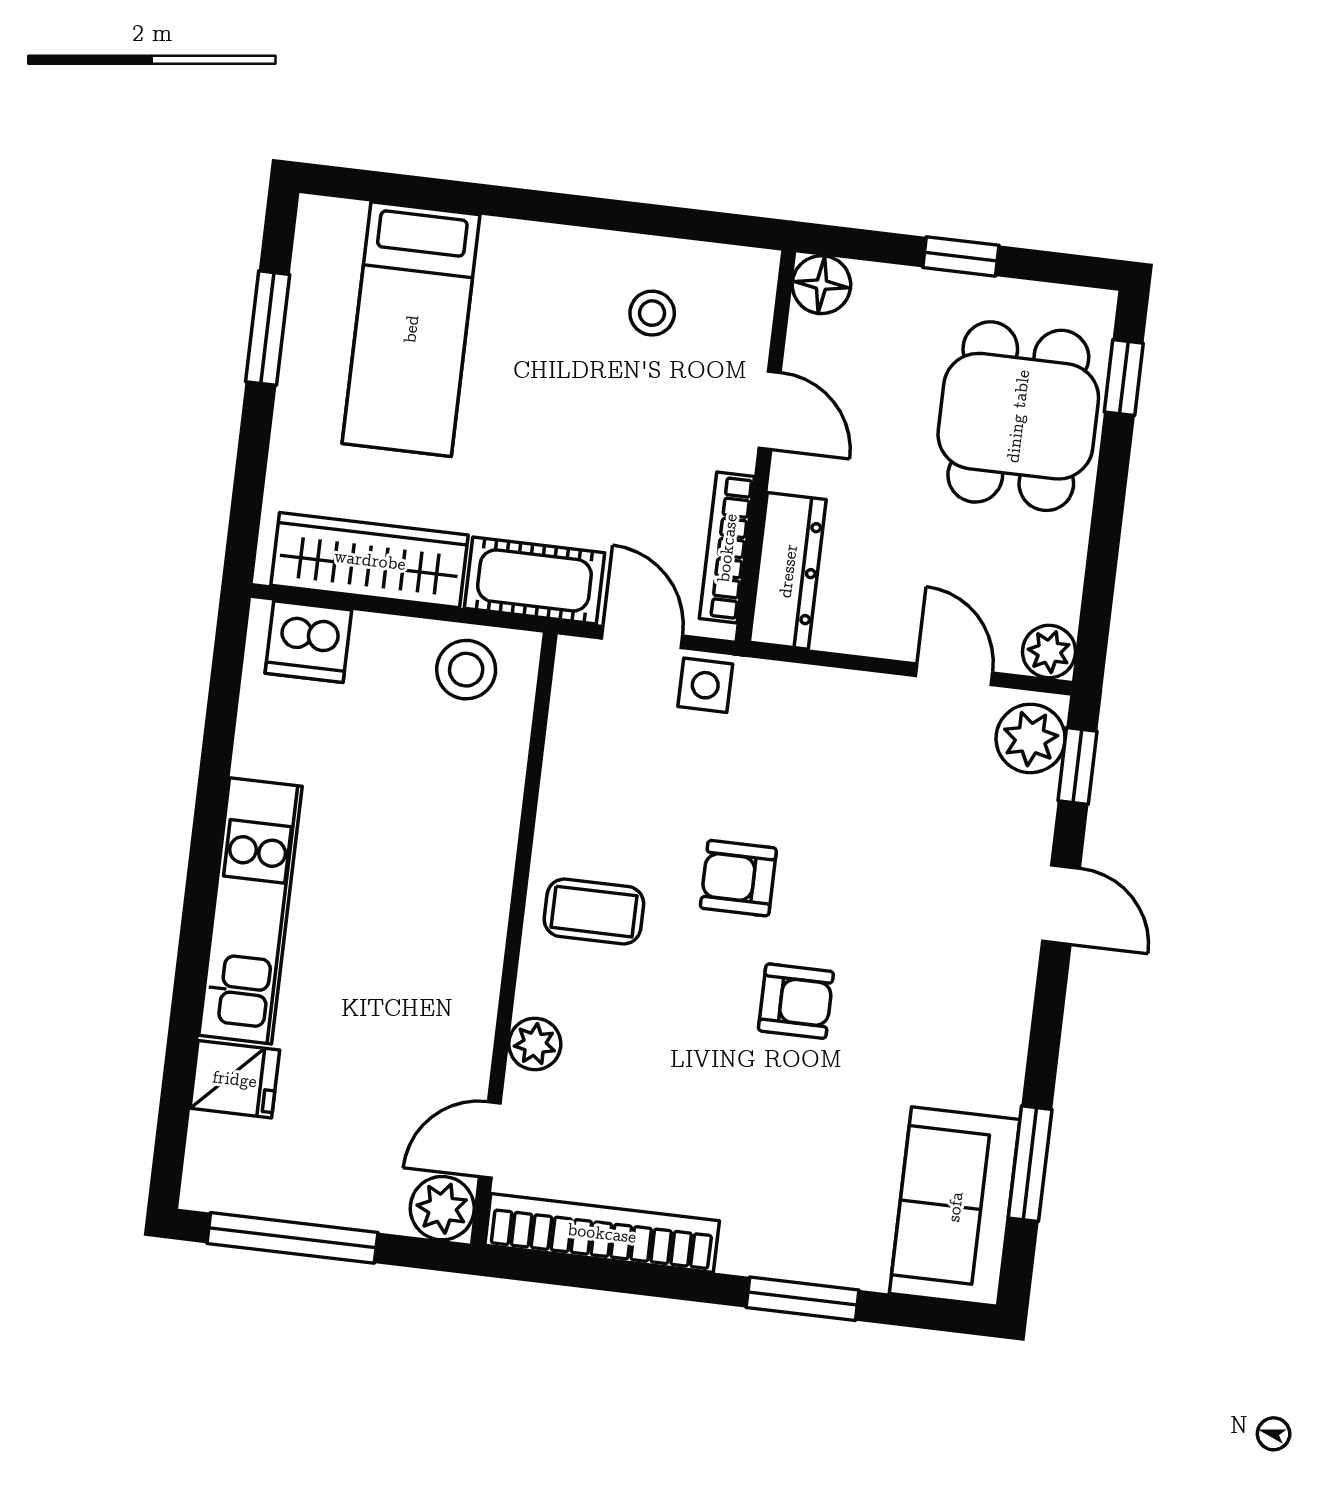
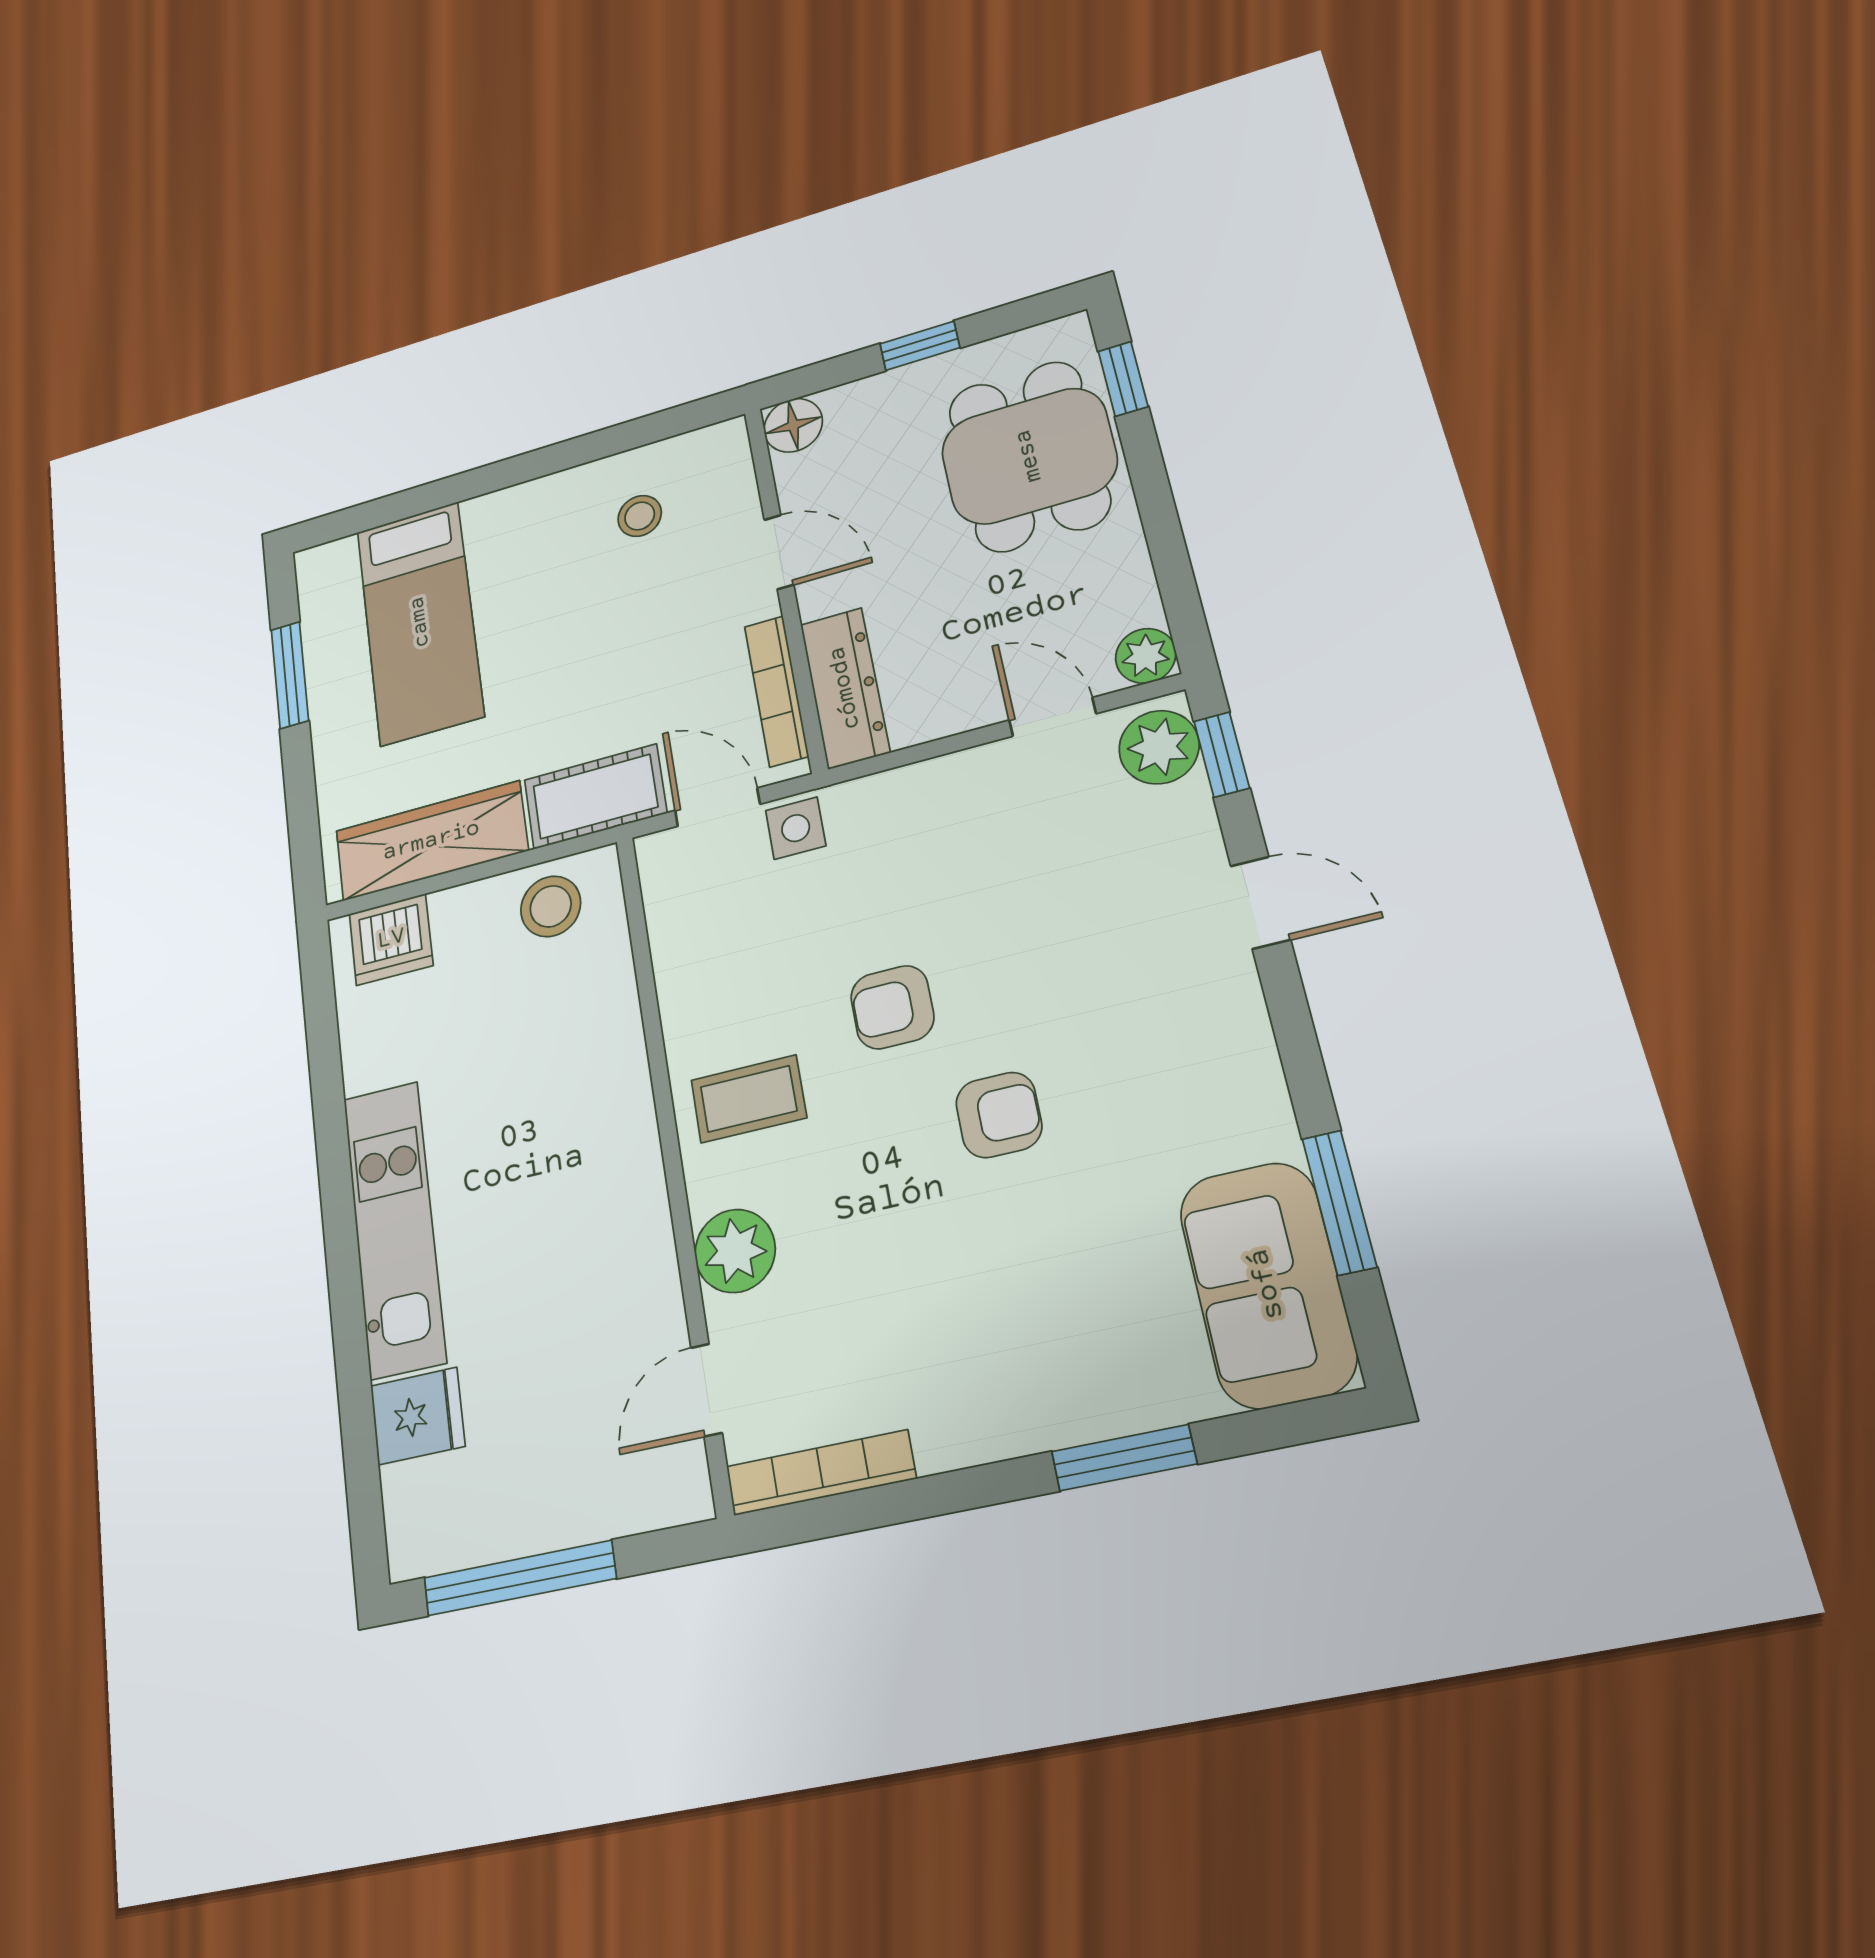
plant: (535, 1044) -> (735, 1251), width x1.38, depth x1.38
plant: (442, 1208) -> (675, 1487), removed
bookcase: (602, 1233) -> (821, 1473), width x0.68, depth x0.76

